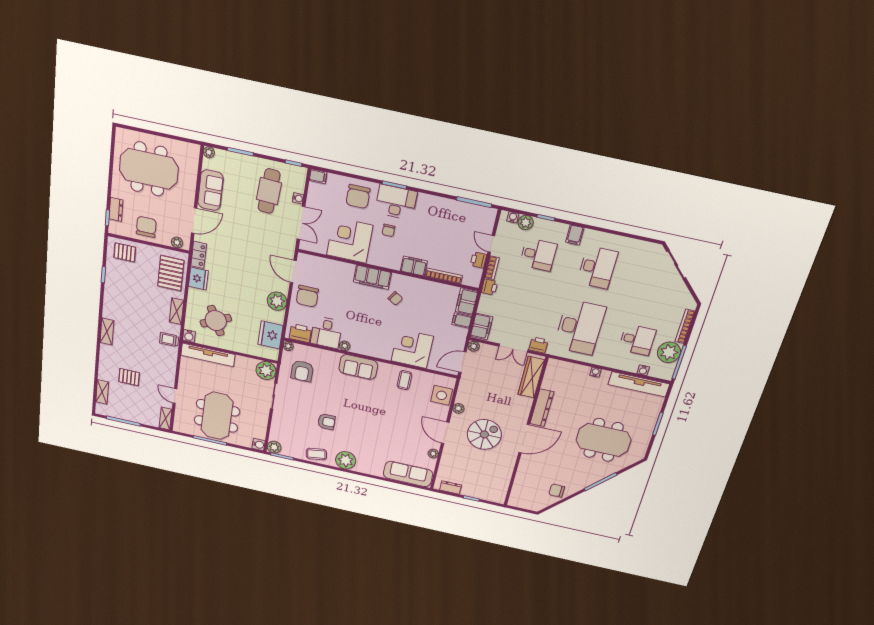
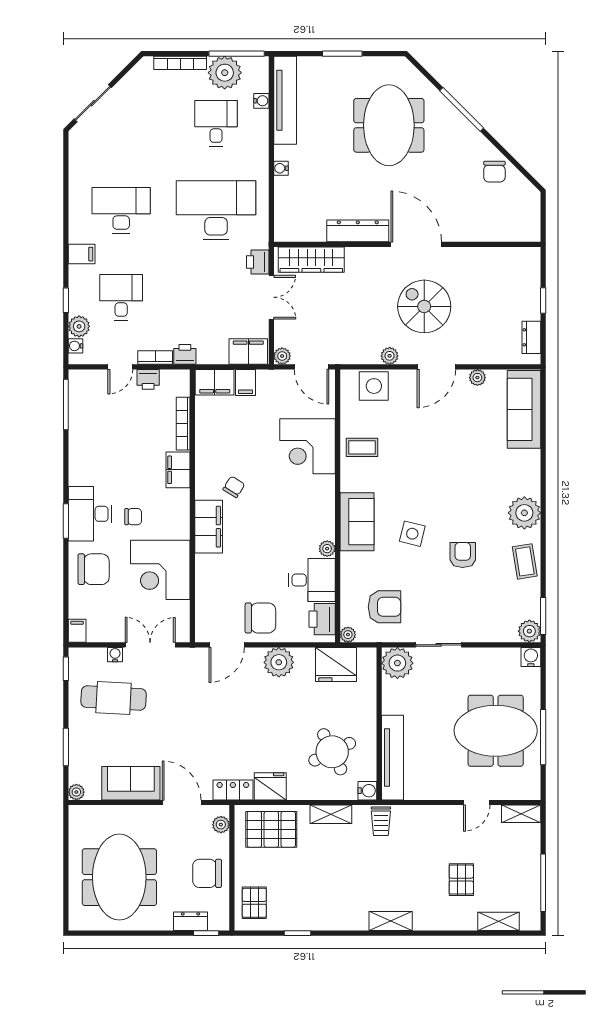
side table: (345, 397) -> (412, 534), added

